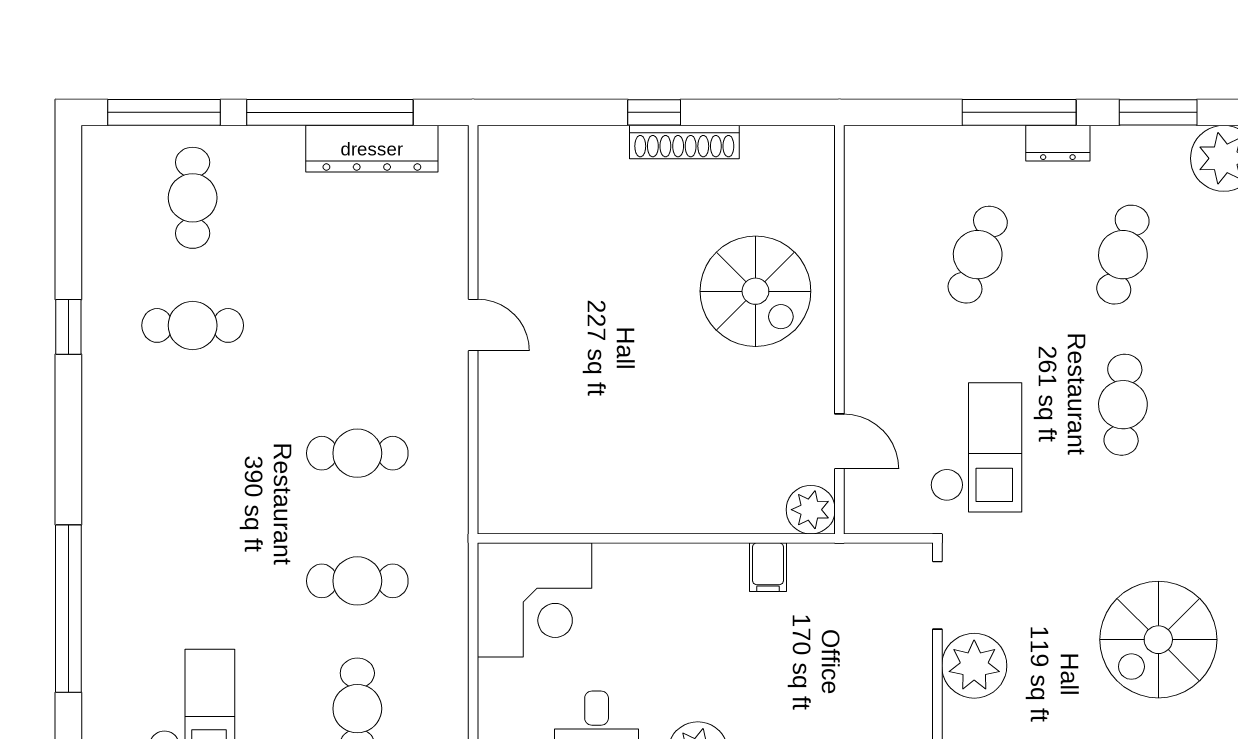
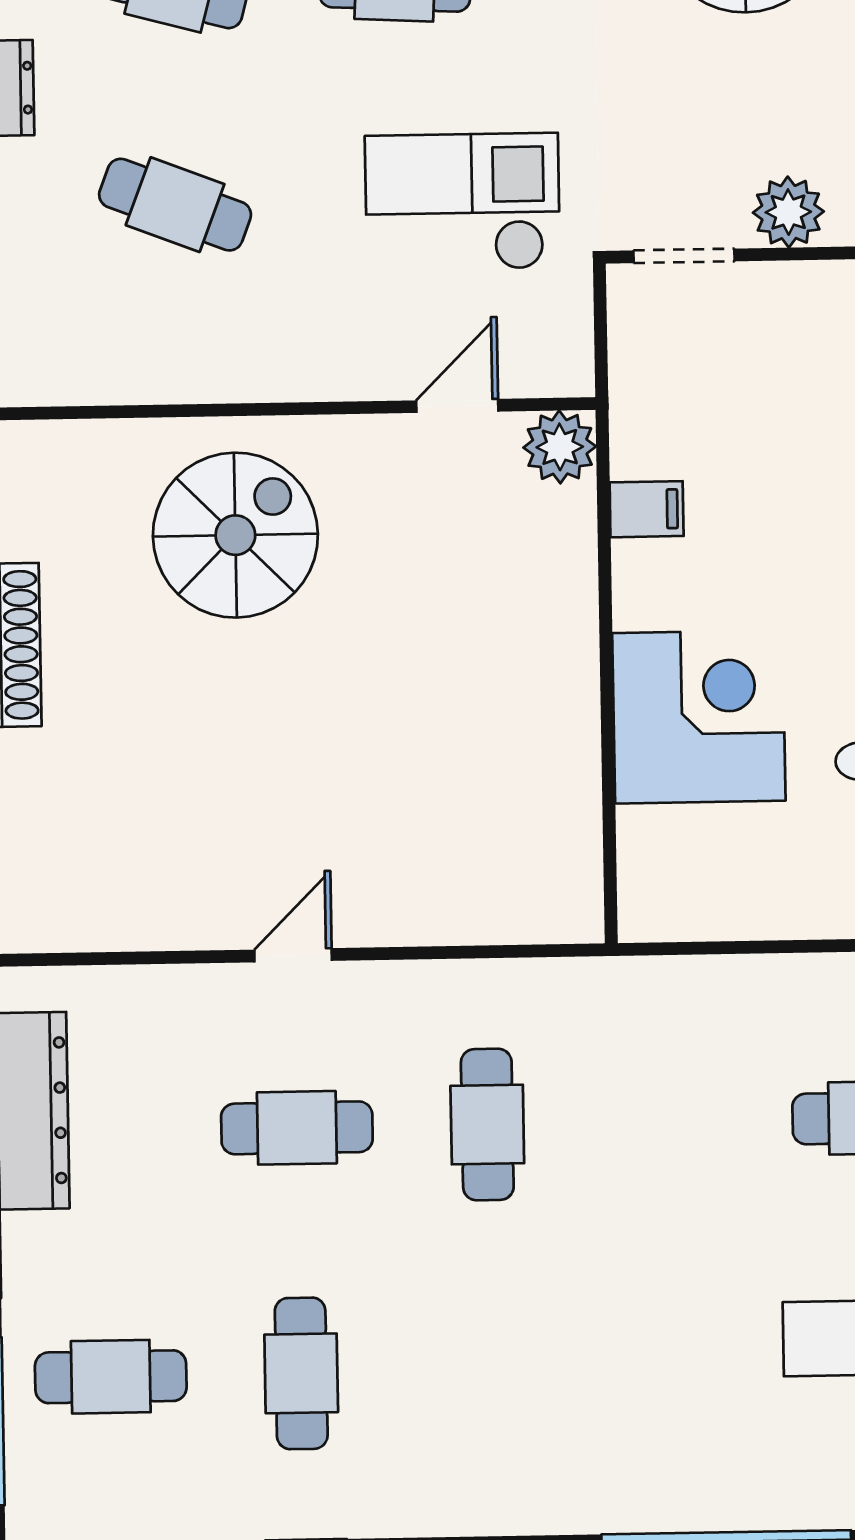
cafe table: (357, 581) -> (297, 1128), moved, turned 90
corner desk: (534, 600) -> (699, 717), moved
plant: (974, 666) -> (788, 212), width x0.73, depth x0.73

